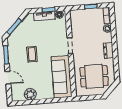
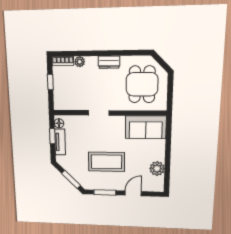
coffee table: (32, 54) -> (106, 162), width x1.86, depth x1.72
sofa: (62, 77) -> (146, 127), width x0.73

